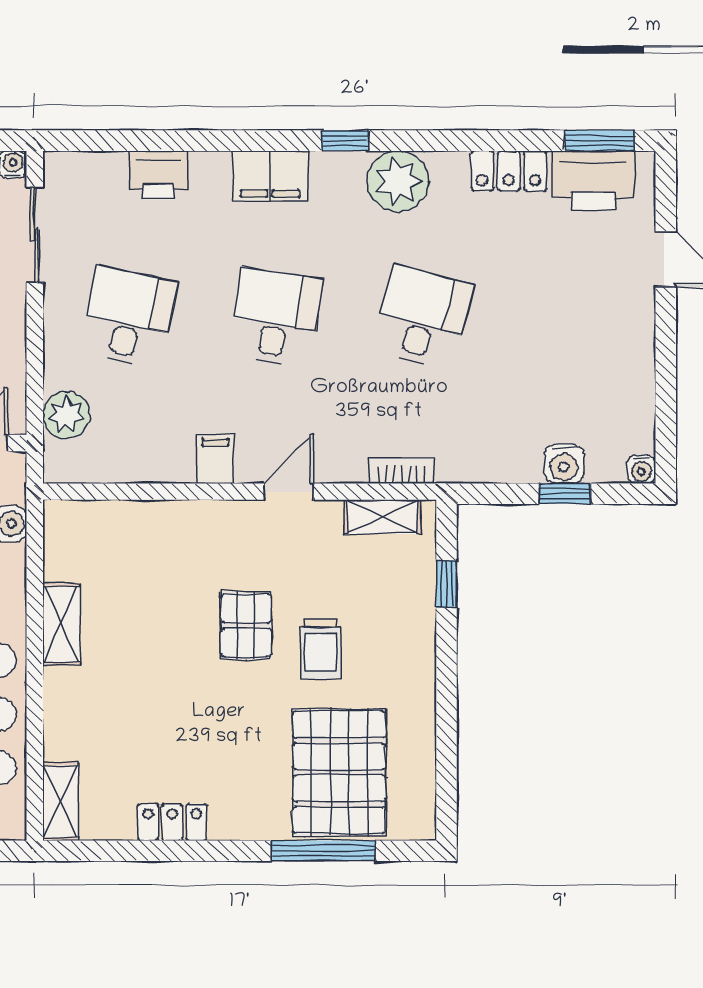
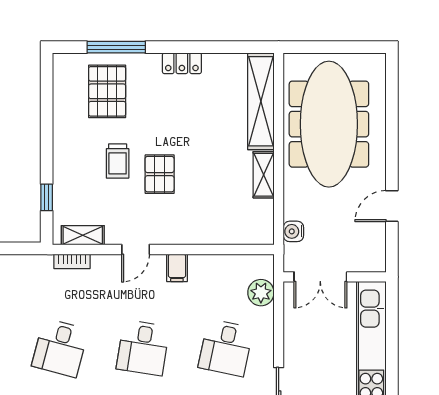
trolley: (321, 649) -> (118, 161), turned 180
pallet: (339, 772) -> (107, 91), width x0.73, depth x0.71
shelving: (60, 802) -> (261, 101), width x2.20, depth x1.33
locker: (172, 822) -> (182, 63), moved

